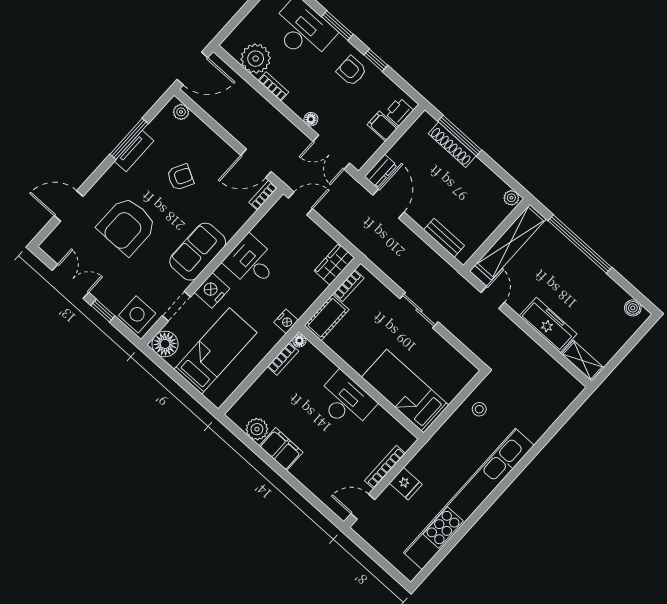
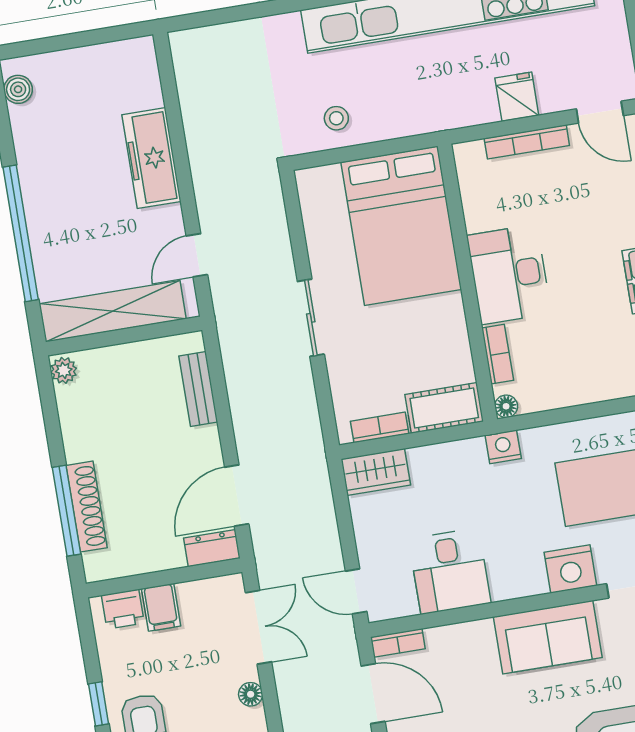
desk: (251, 262) -> (450, 571), moved
bookcase: (283, 359) -> (498, 354), moved, turned 90
shelving: (582, 361) -> (144, 72), removed
bed: (405, 391) -> (401, 226), width x1.50

